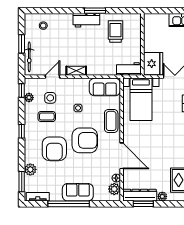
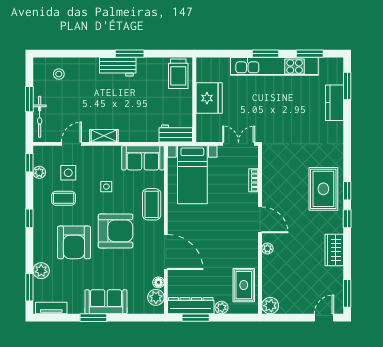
trolley: (115, 32) -> (178, 74), moved, turned 180
fridge: (153, 64) -> (209, 98), moved
window: (69, 204) -> (93, 318), width x0.47

